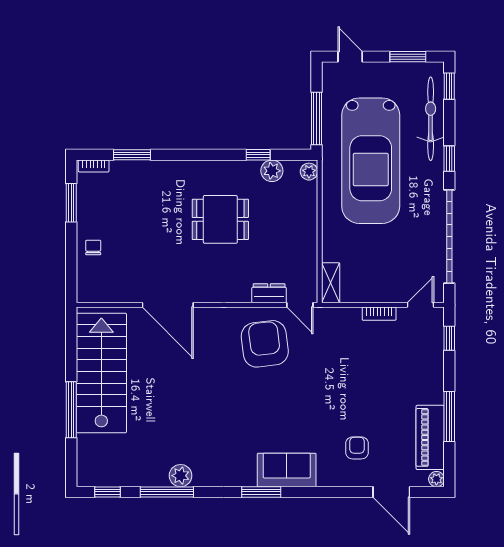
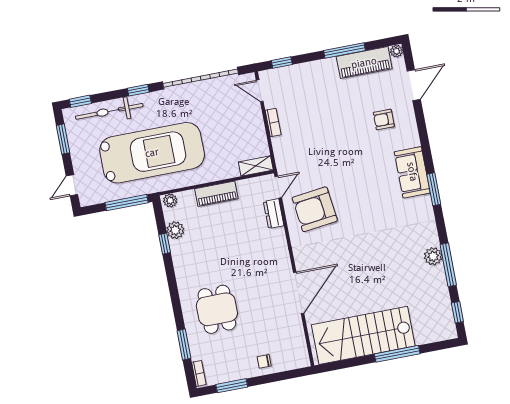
dining table: (220, 219) -> (217, 309), moved
piano: (306, 229) -> (216, 194), added

